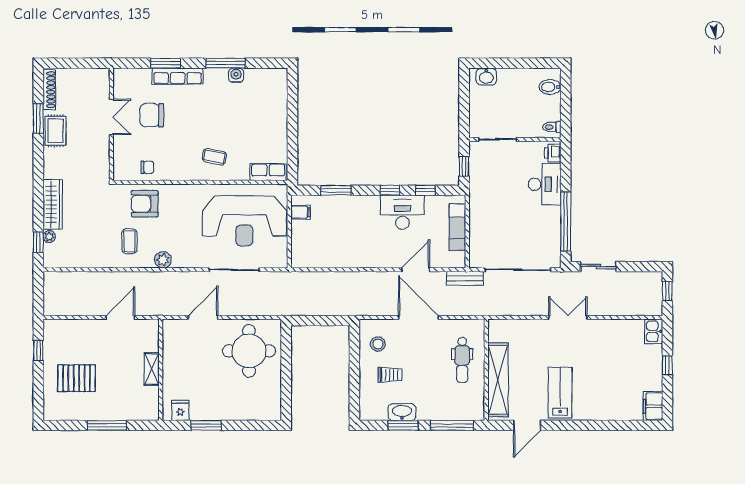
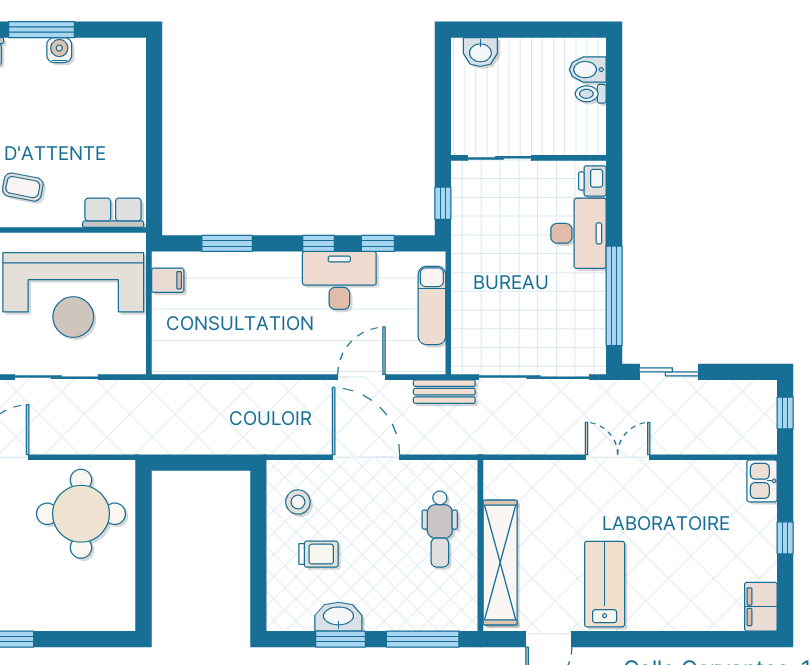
toilet: (552, 127) -> (591, 94), moved

